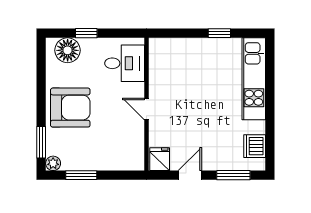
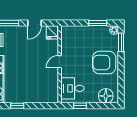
window: (86, 33) -> (80, 106), moved
door: (147, 109) -> (60, 62), swing flipped

